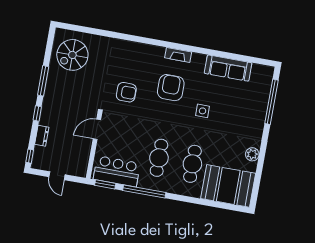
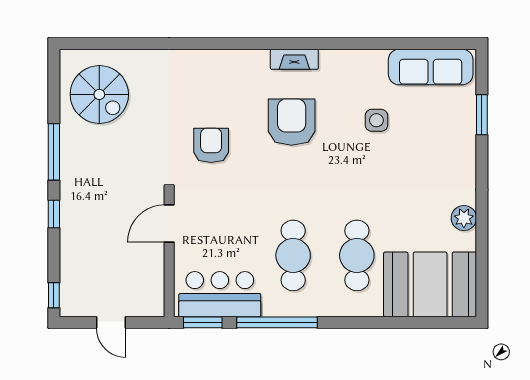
spiral stairs: (72, 55) -> (99, 94), turned -90
sofa: (228, 68) -> (431, 67), moved
armchair: (126, 92) -> (211, 145), turned -90
window: (271, 102) -> (482, 115), width x0.47
side table: (203, 111) -> (376, 120), moved
dresser: (42, 136) -> (70, 254), removed

